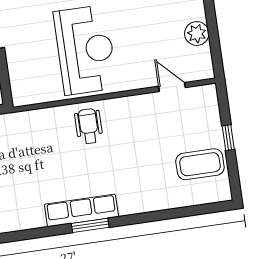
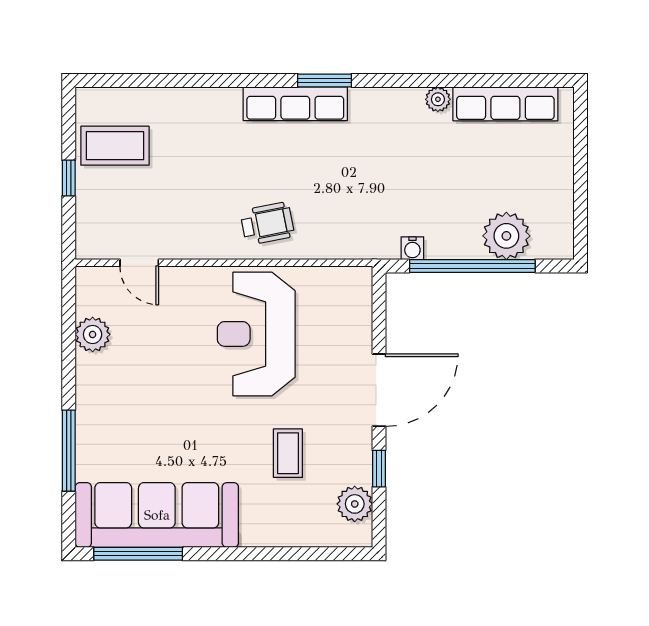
wheelchair: (89, 126) -> (267, 224), turned -101
window: (90, 225) -> (325, 80), moved

